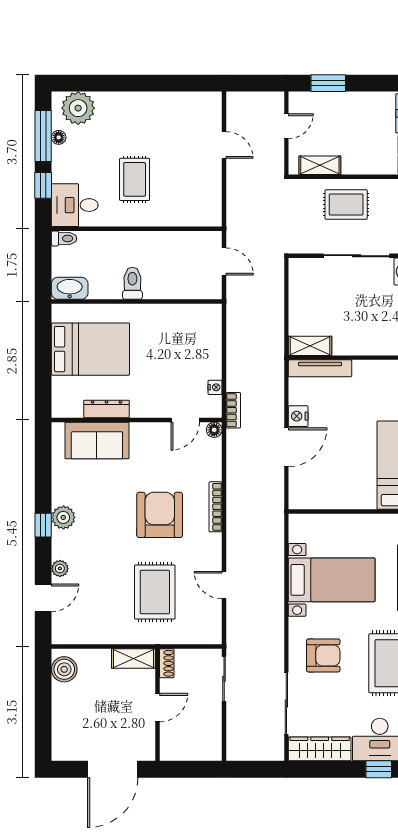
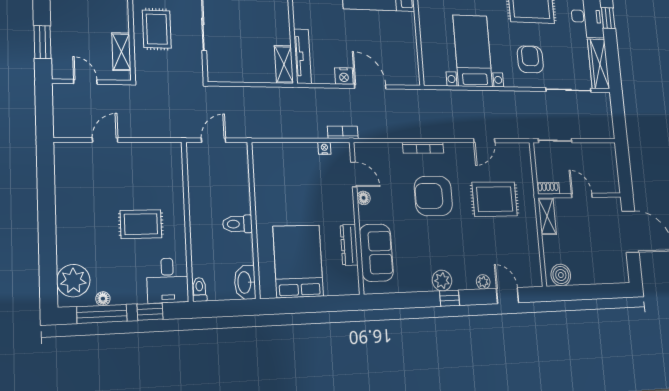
floor lamp: (214, 430) -> (364, 198), moved

